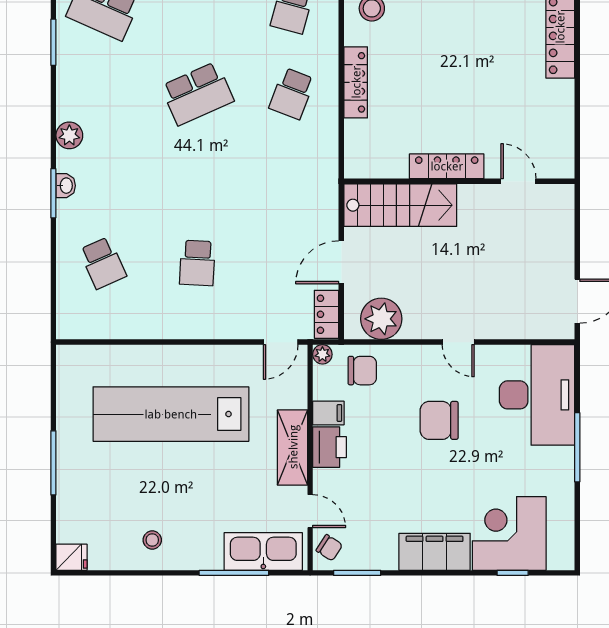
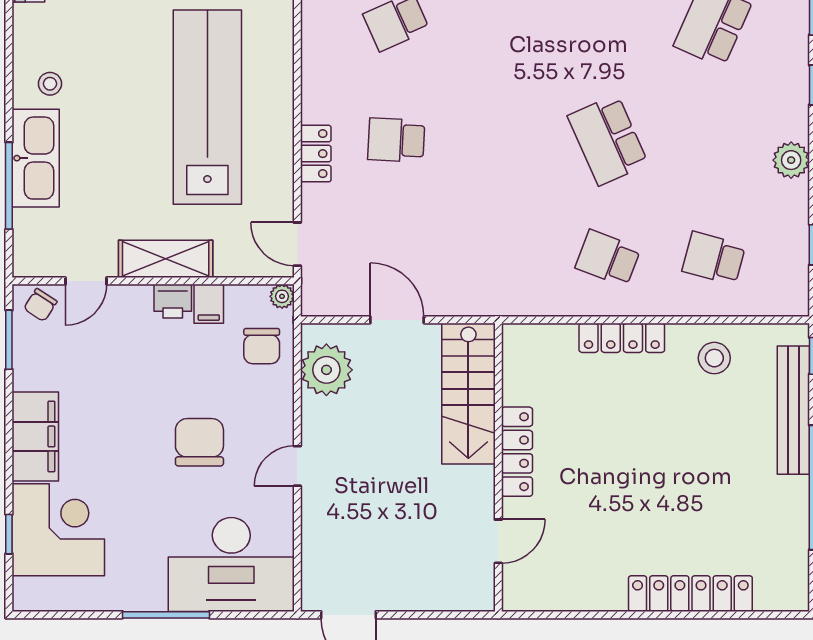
locker: (327, 314) -> (316, 154), moved, turned 90
printer: (330, 447) -> (173, 301), width x0.73, depth x0.81
kitchen sink: (263, 551) -> (36, 158), moved

